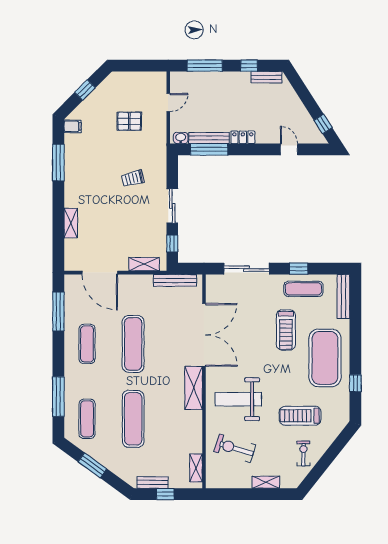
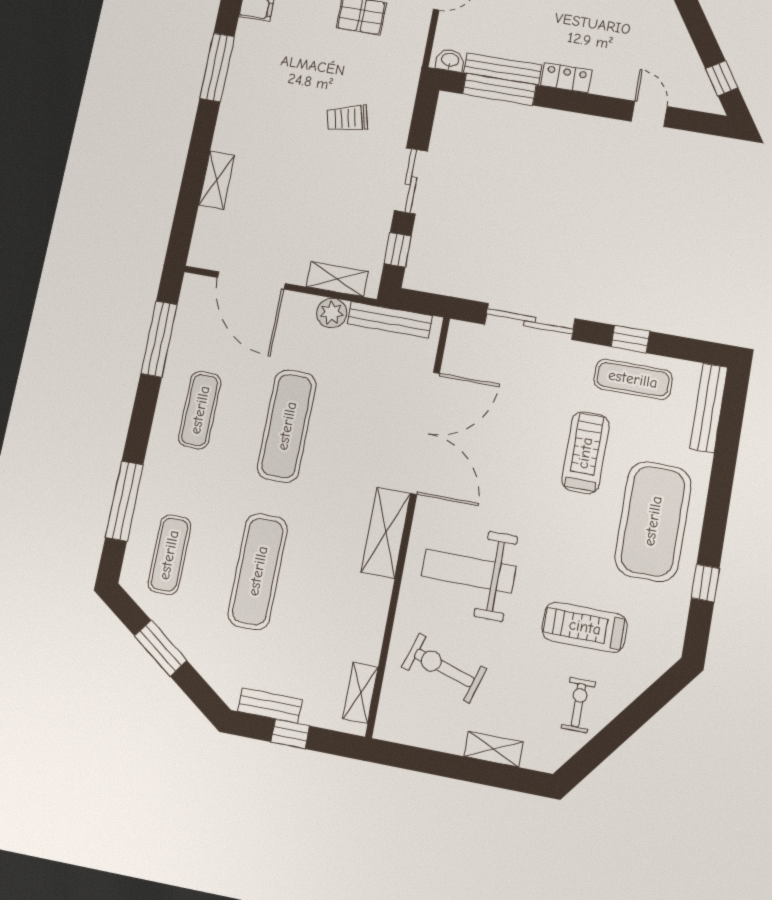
plant: (145, 282) -> (332, 313), added
treadmill: (286, 330) -> (585, 453), turned 180

